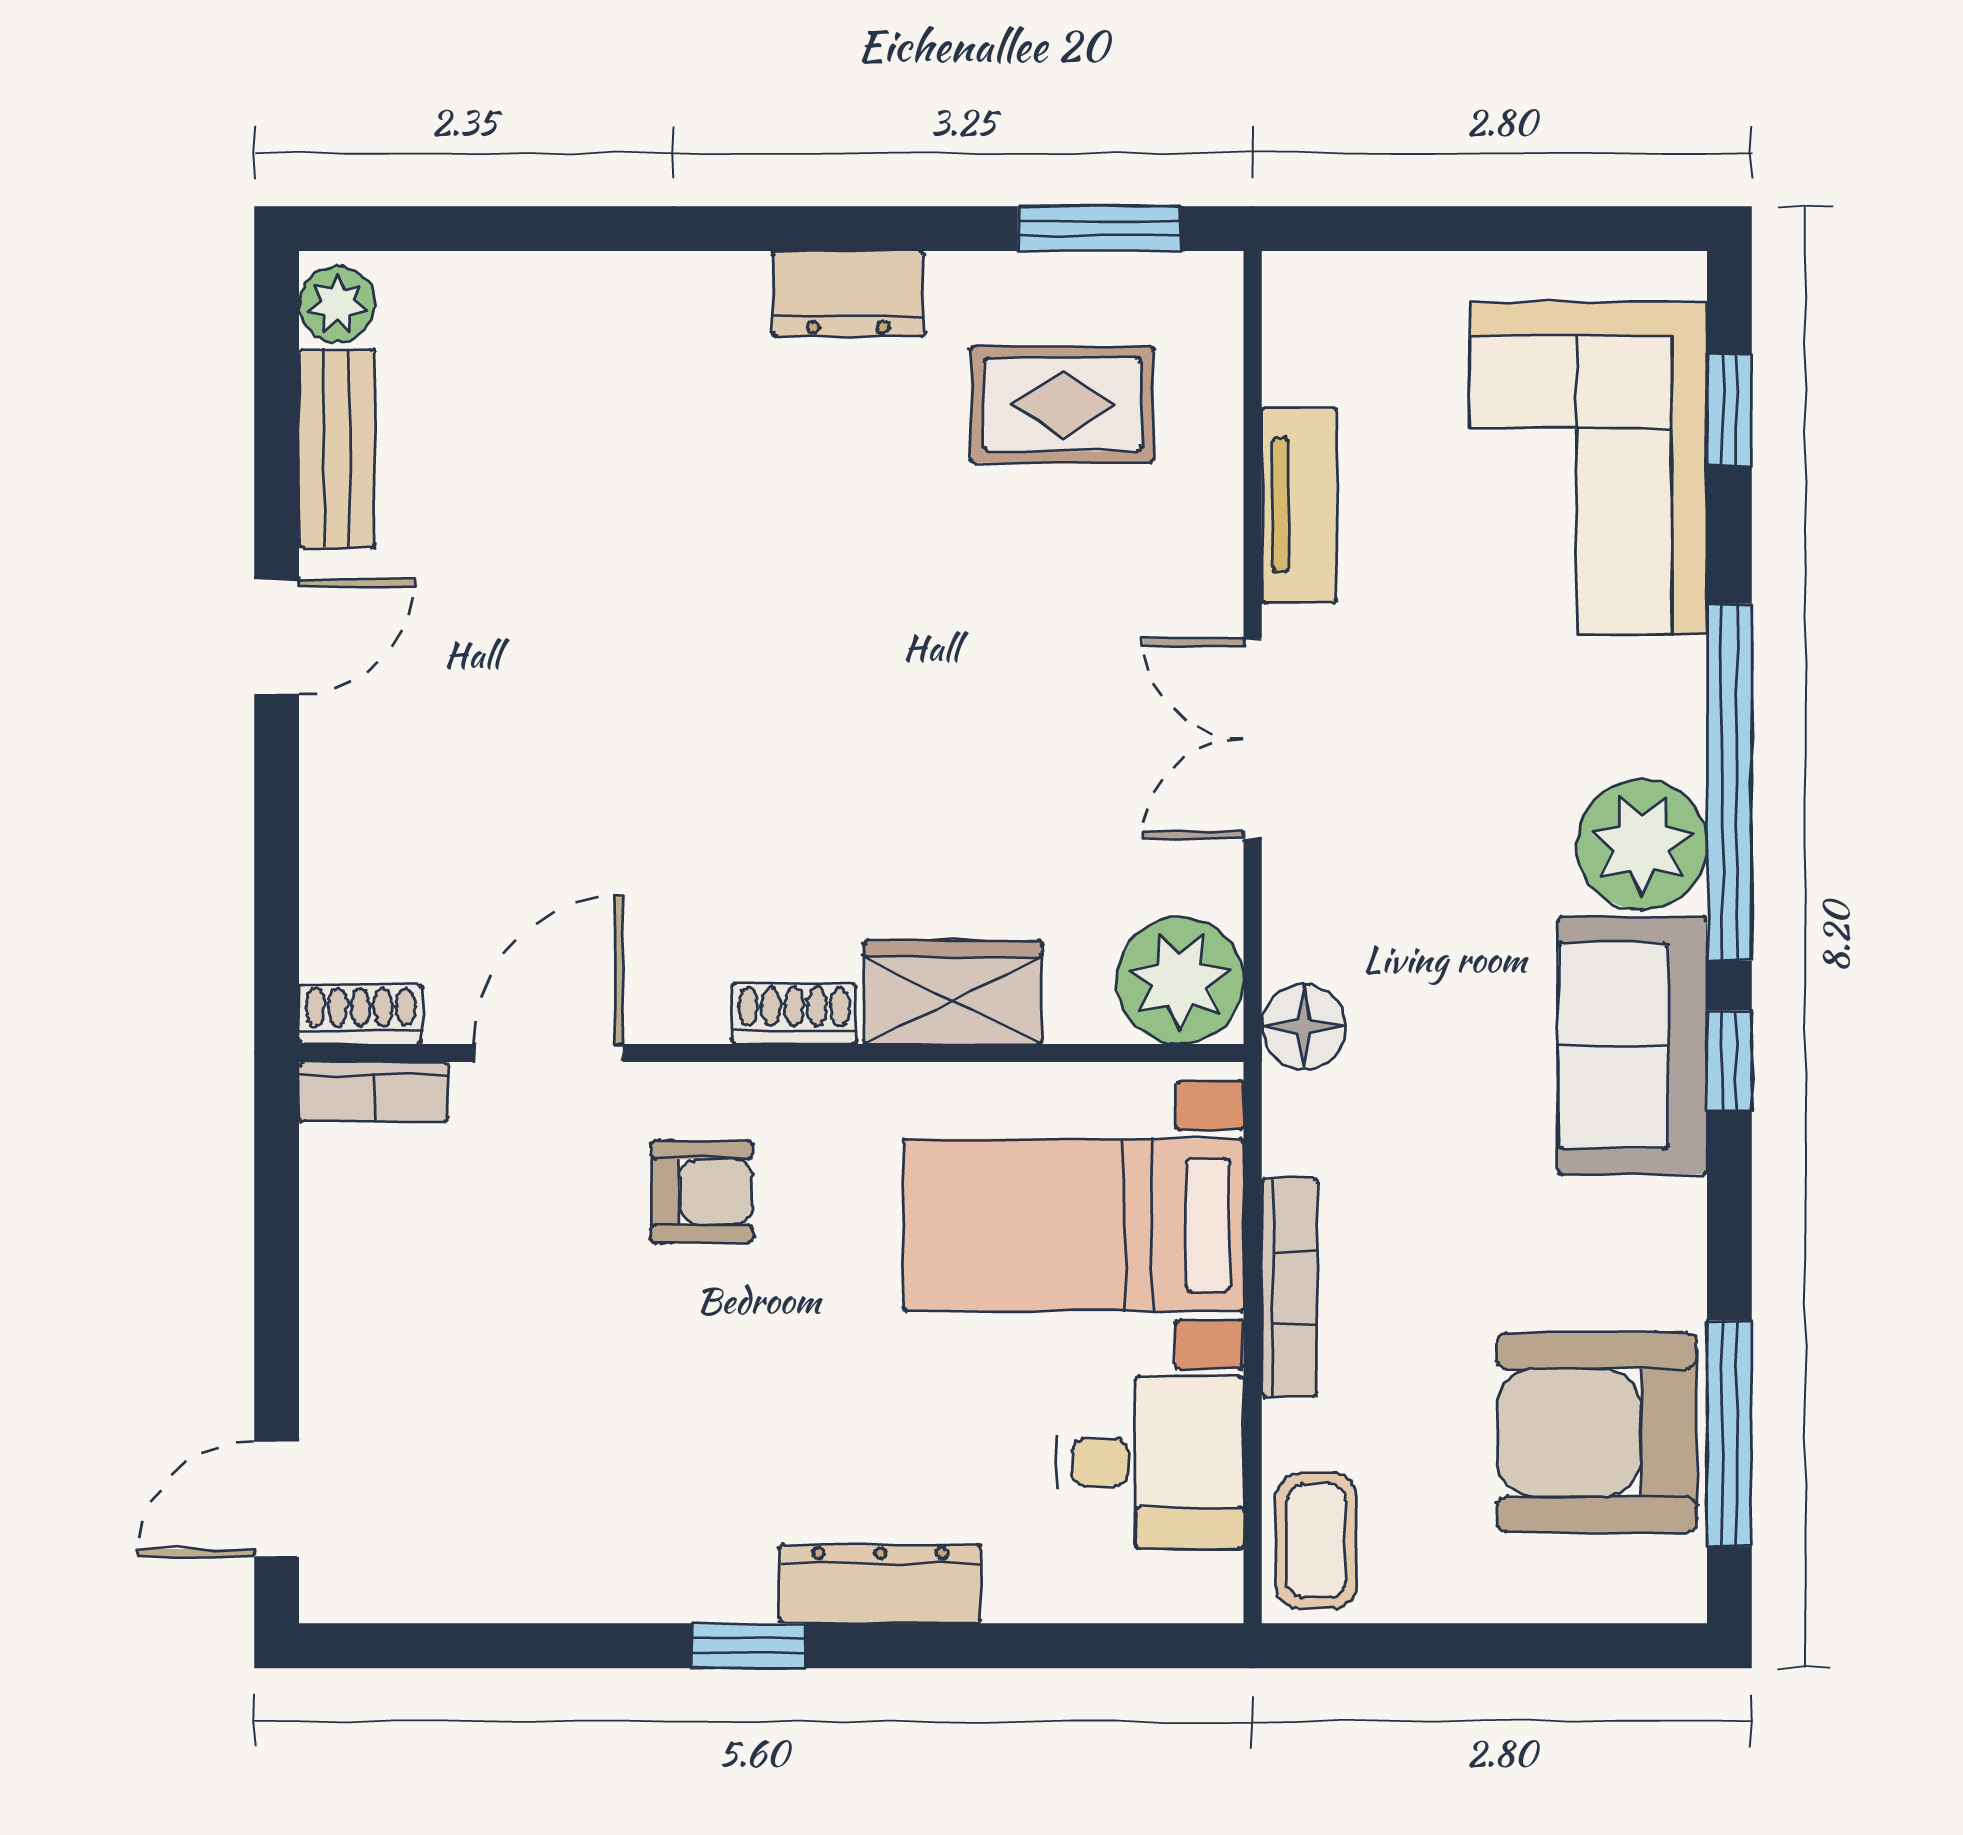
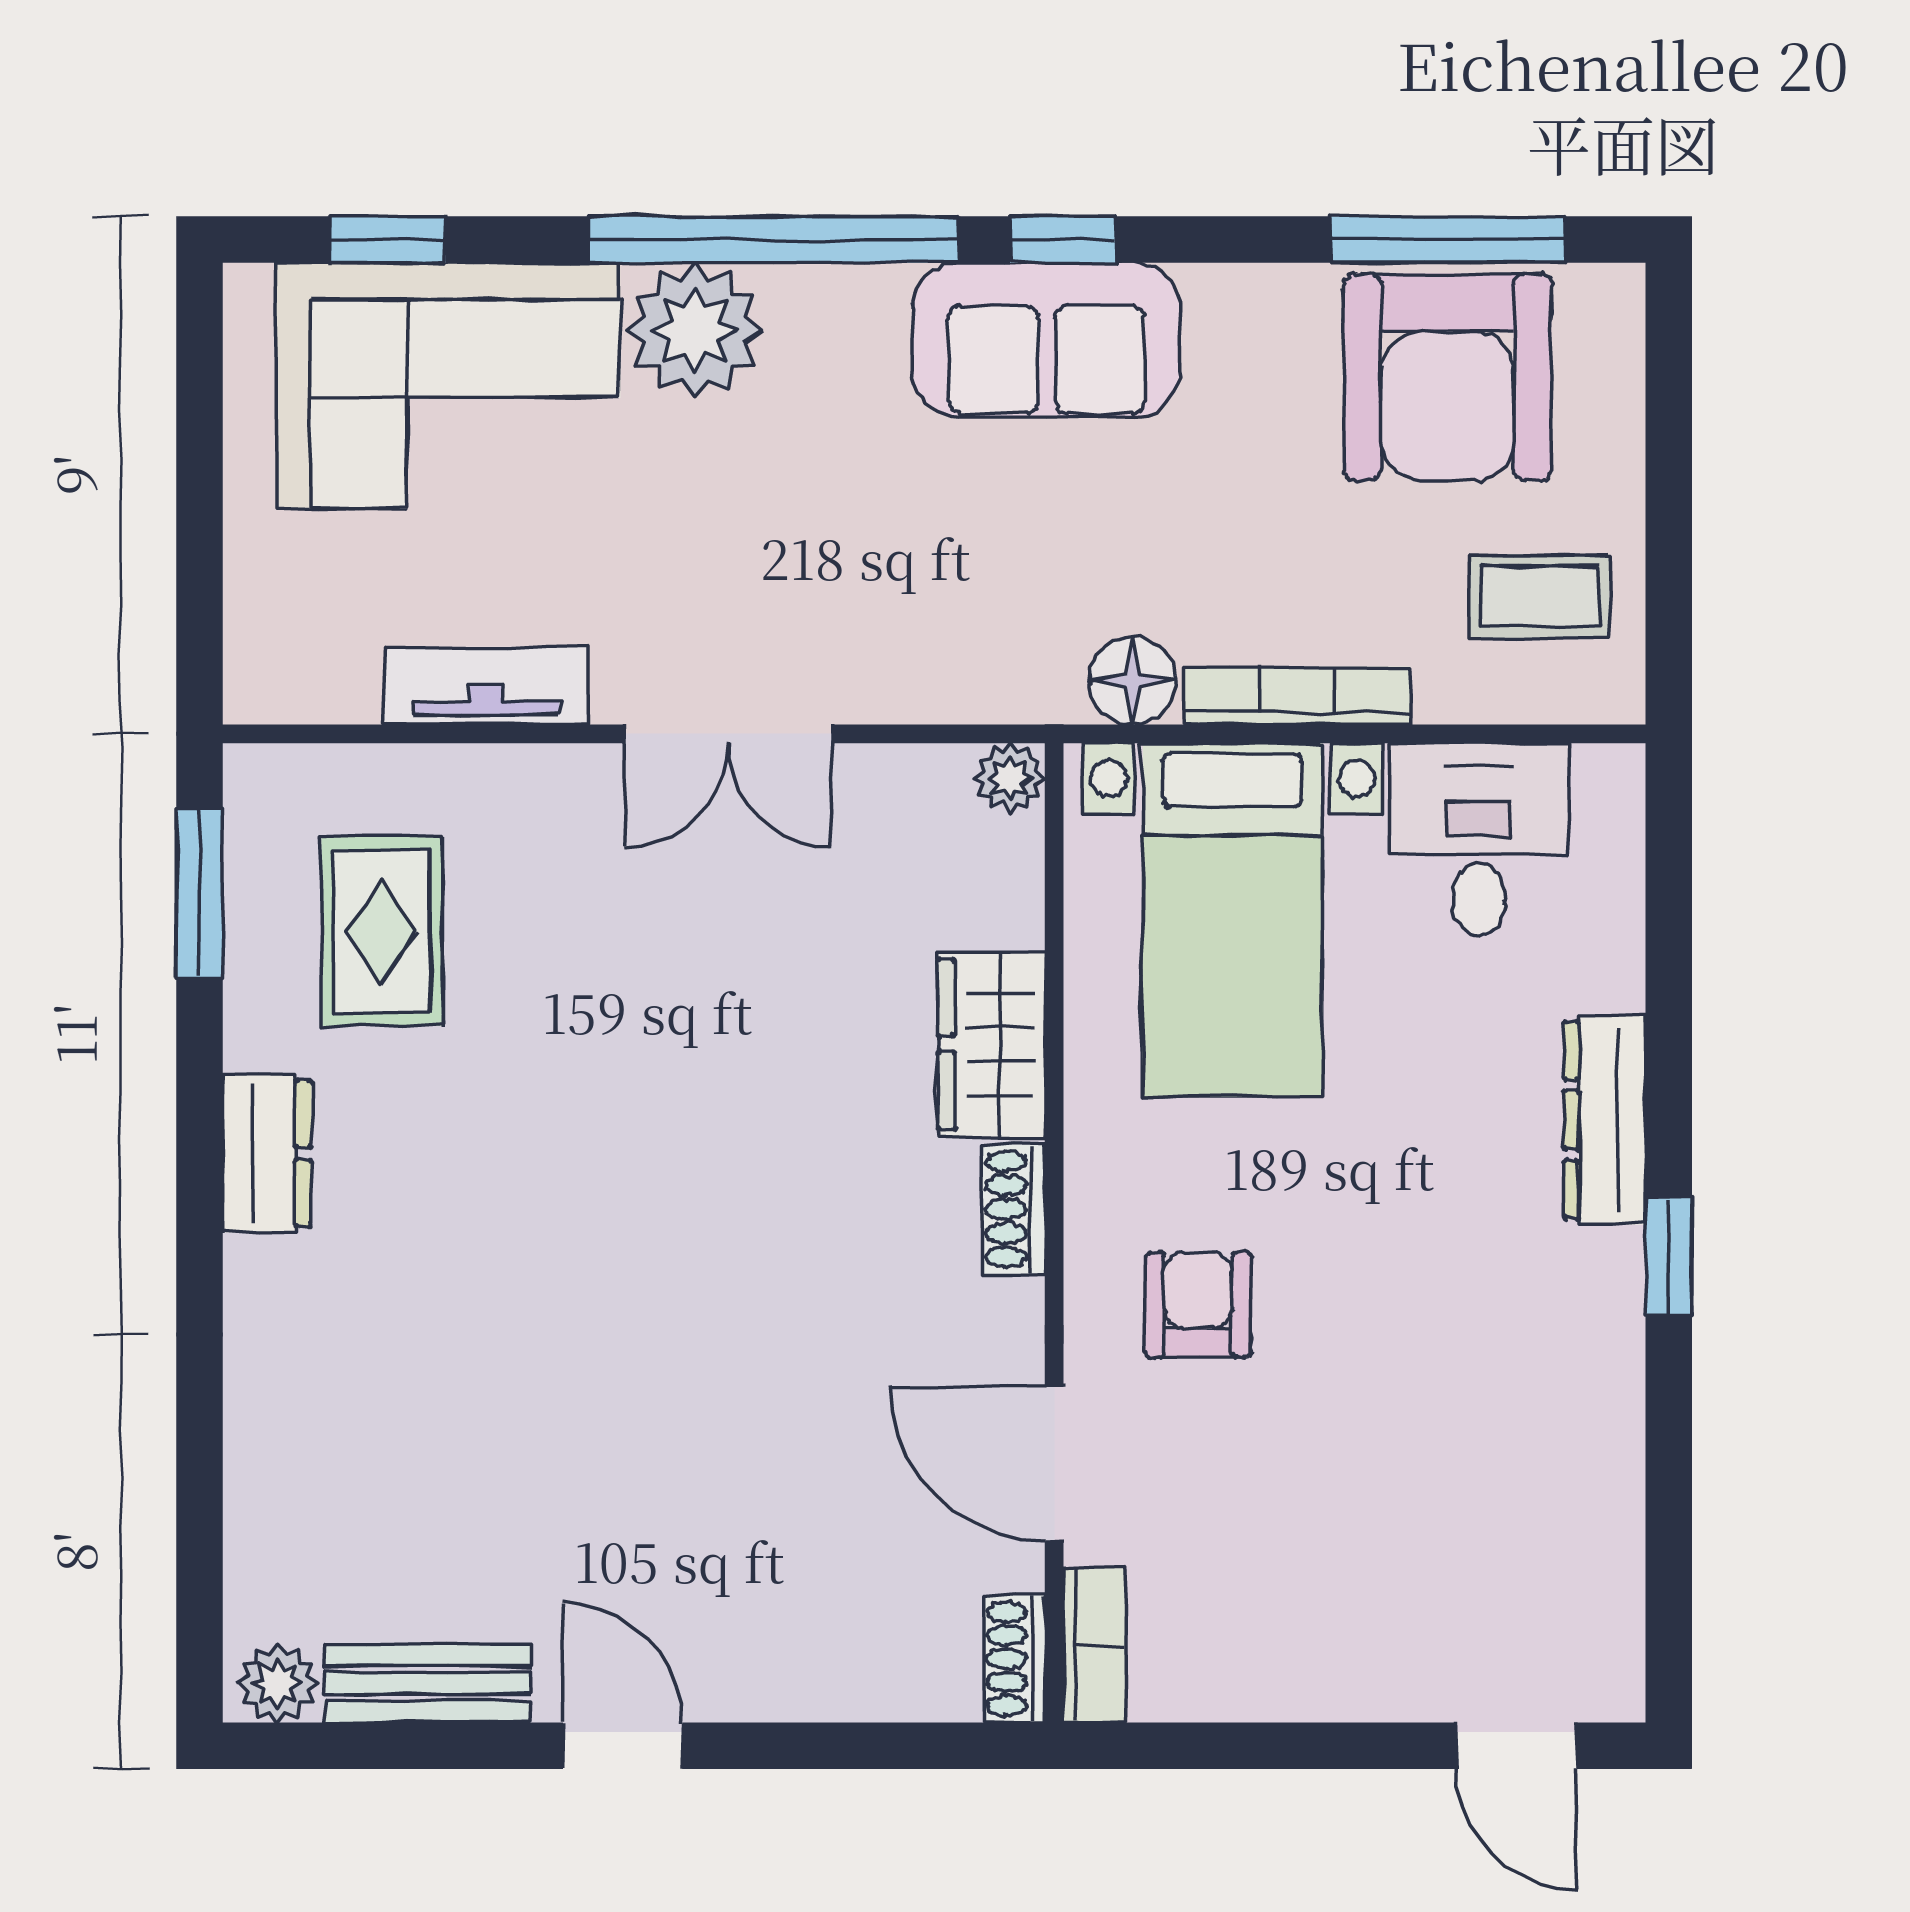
plant: (1642, 845) -> (695, 330), moved
plant: (1180, 981) -> (1010, 778), width x0.53, depth x0.53
floor lamp: (1304, 1027) -> (1133, 681), moved
coffee table: (1316, 1541) -> (1539, 596), moved

